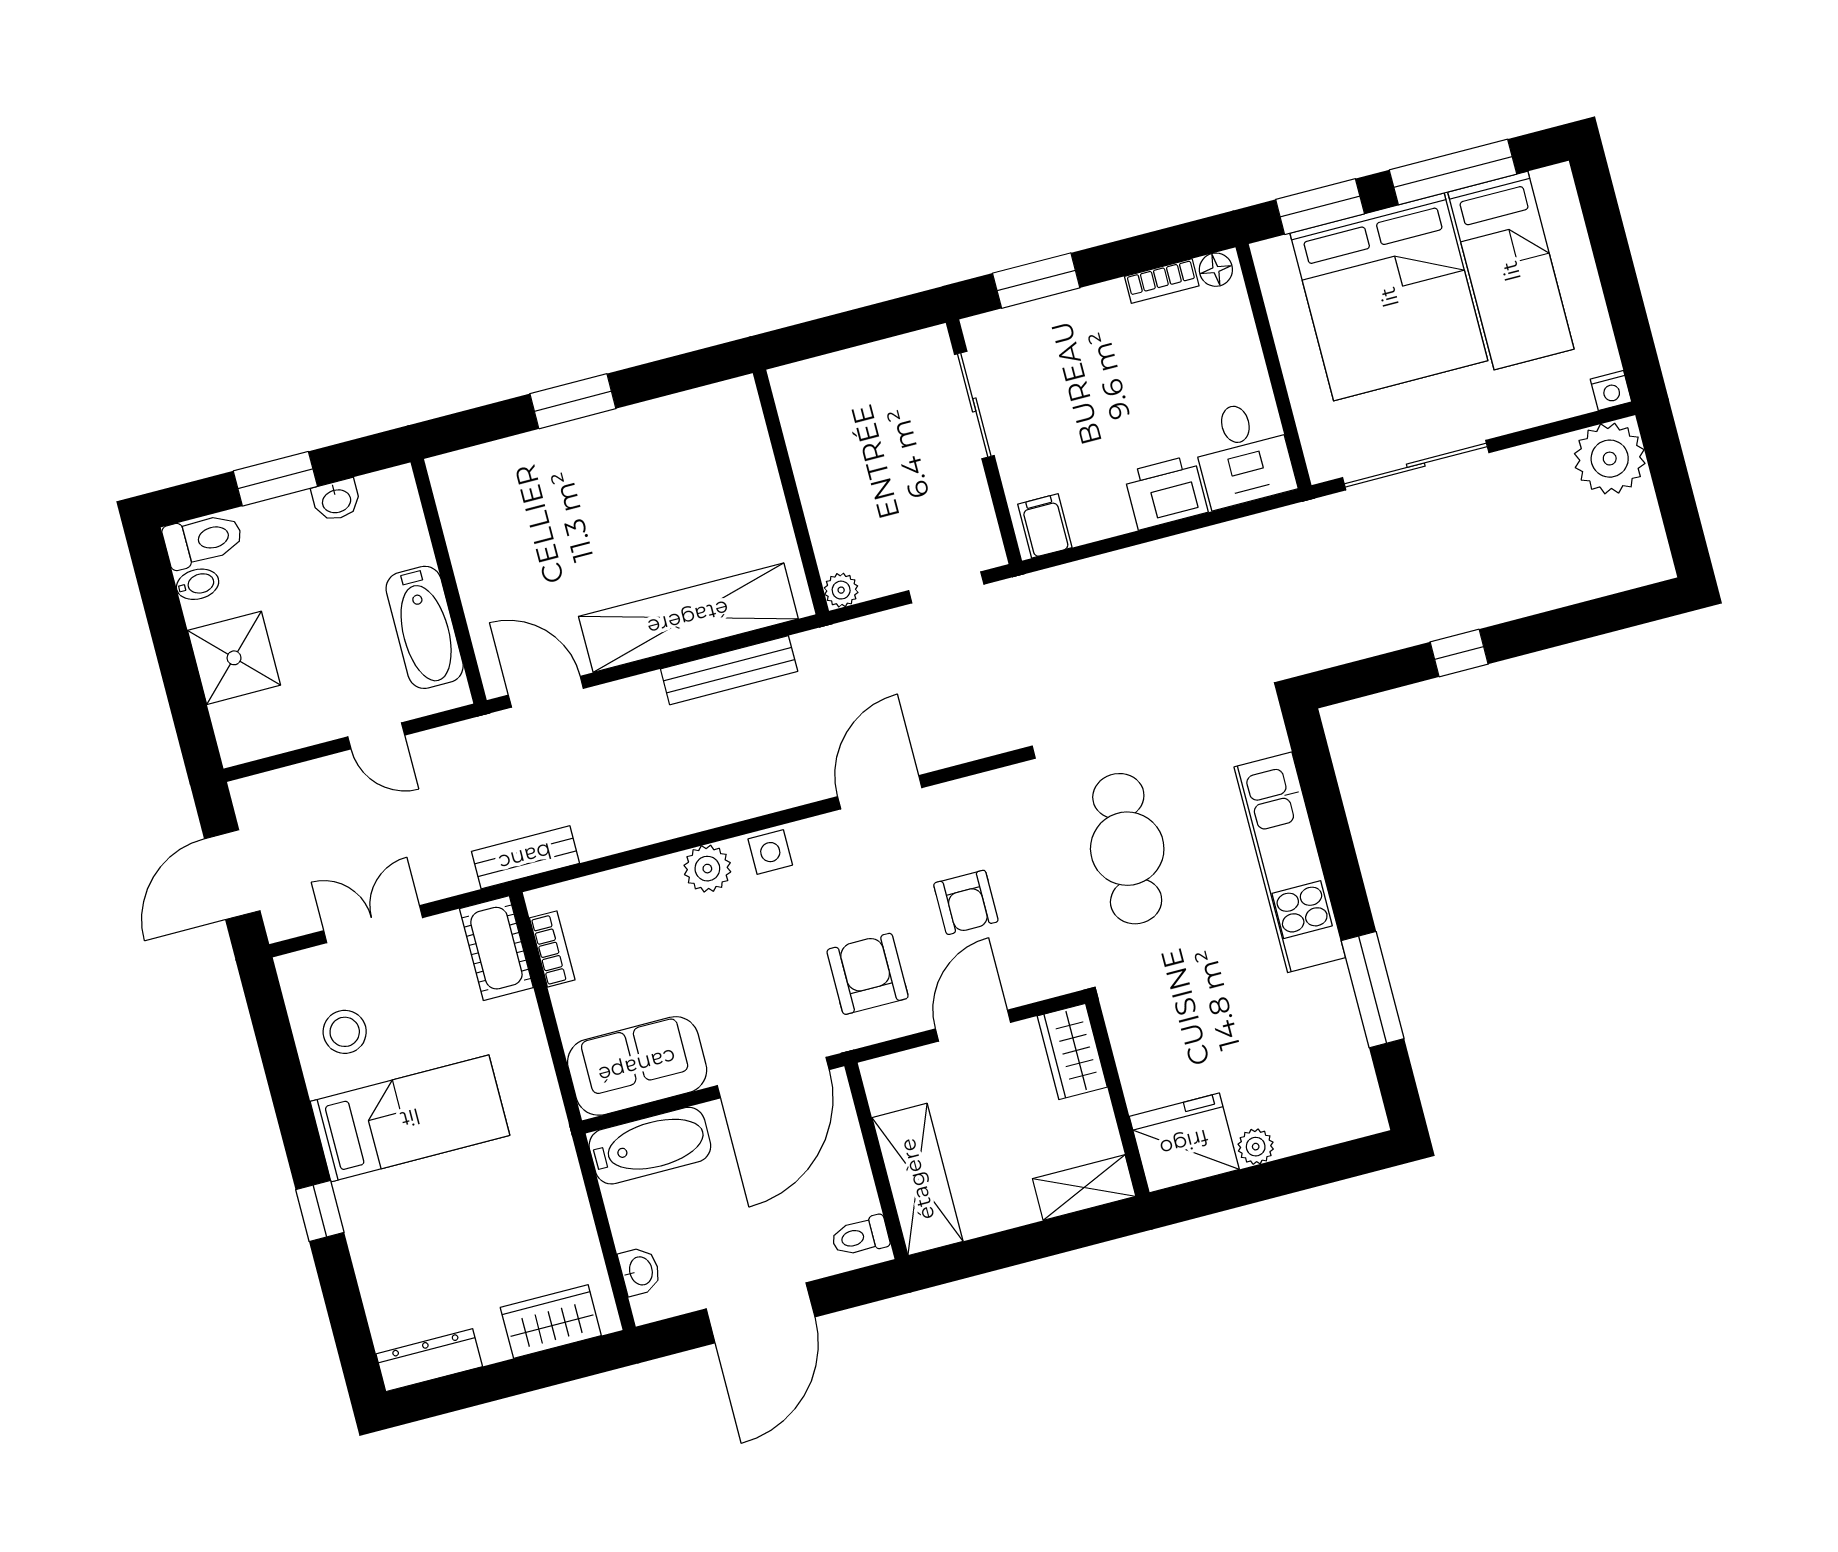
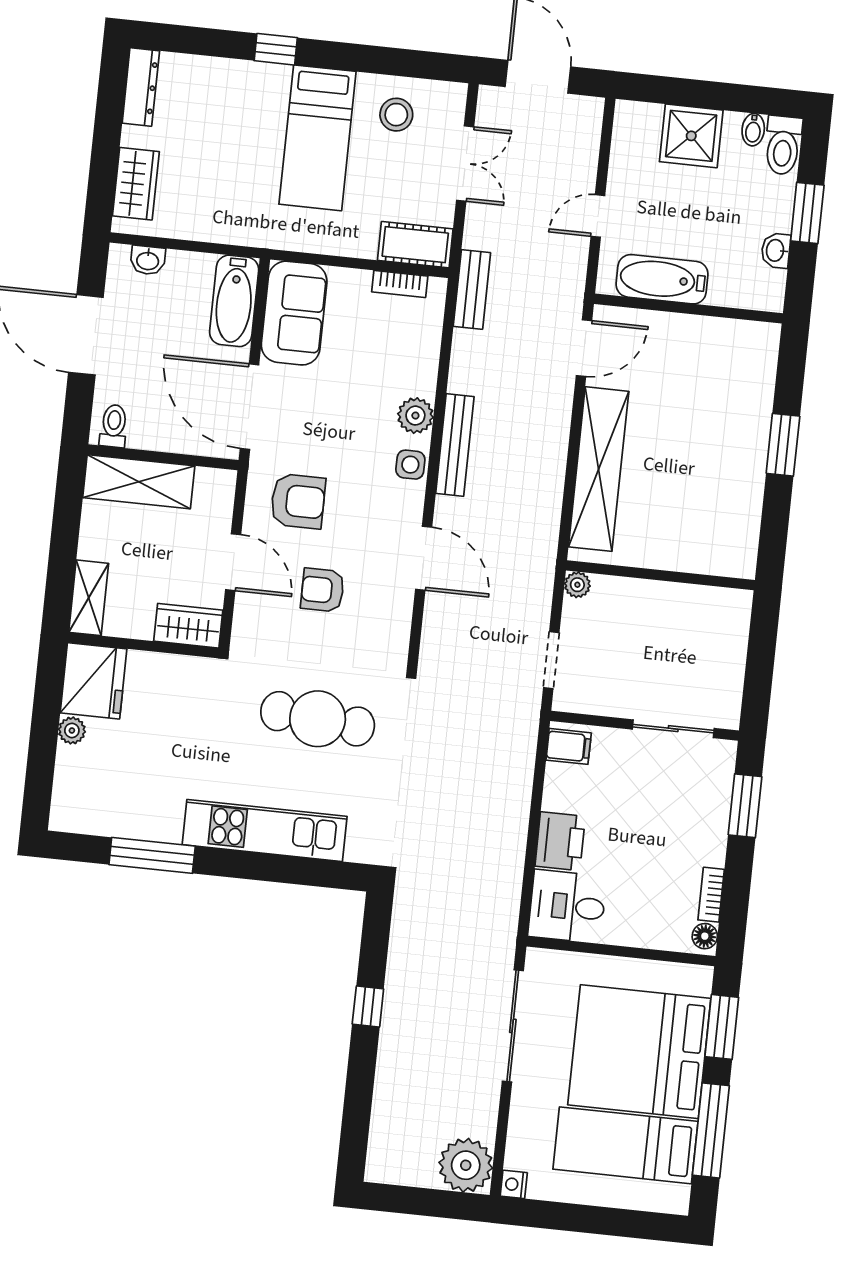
bench: (729, 670) -> (455, 445), moved

